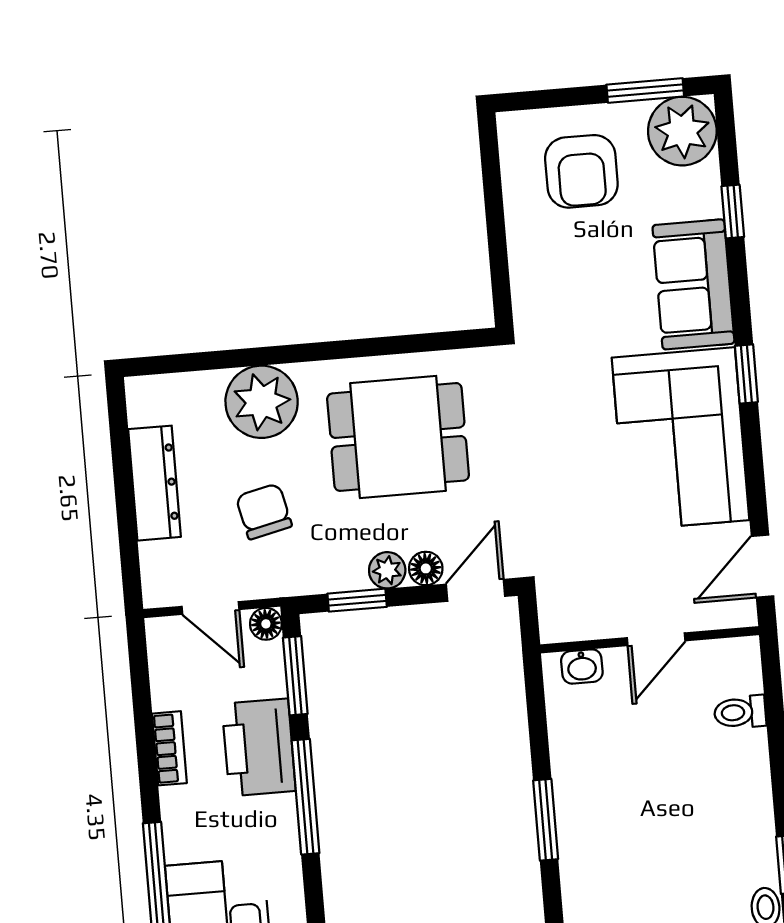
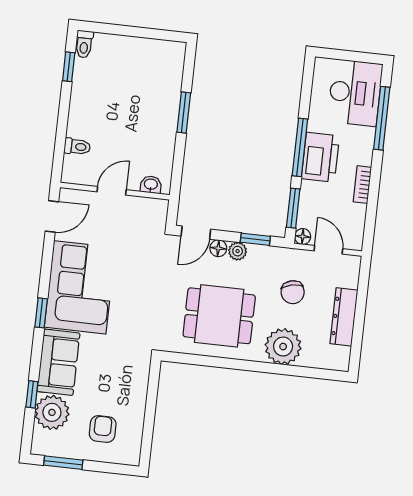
plant: (682, 131) -> (52, 412), moved
armchair: (581, 171) -> (103, 429), width x0.72, depth x0.72
printer: (259, 747) -> (320, 157), moved

